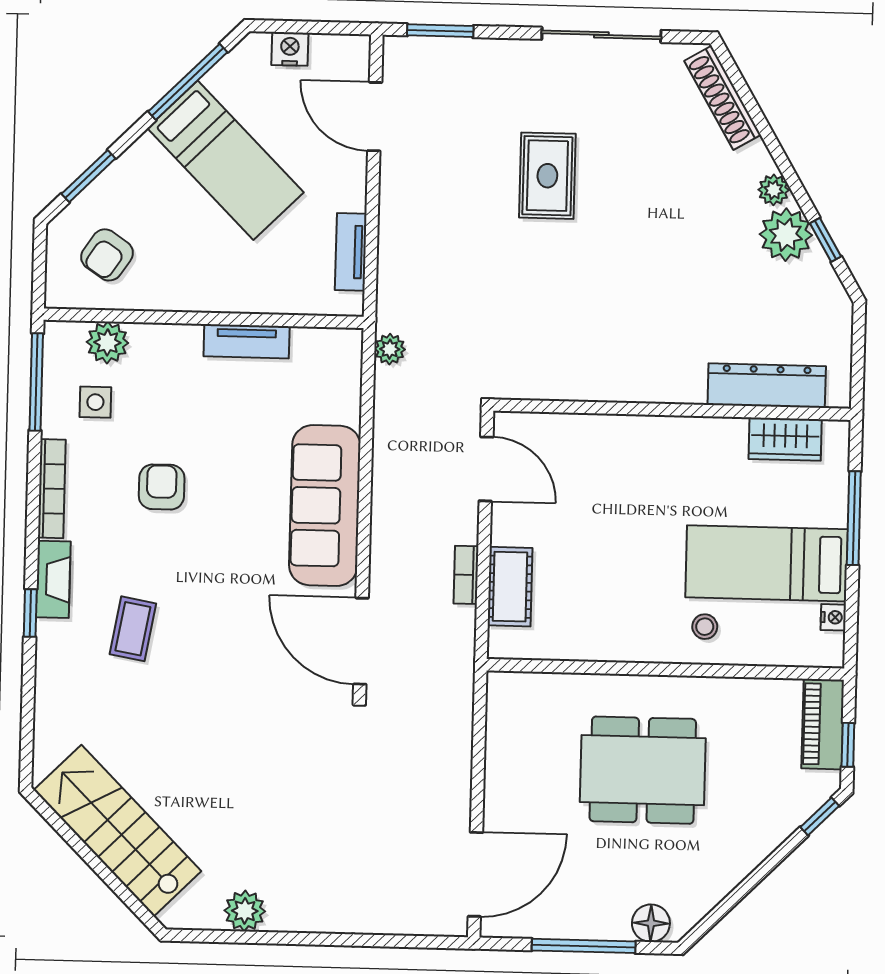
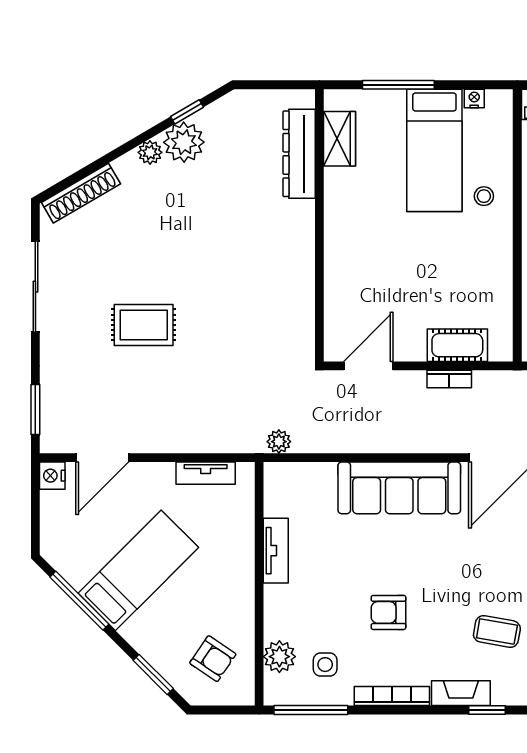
nightstand: (290, 49) -> (52, 476), moved

